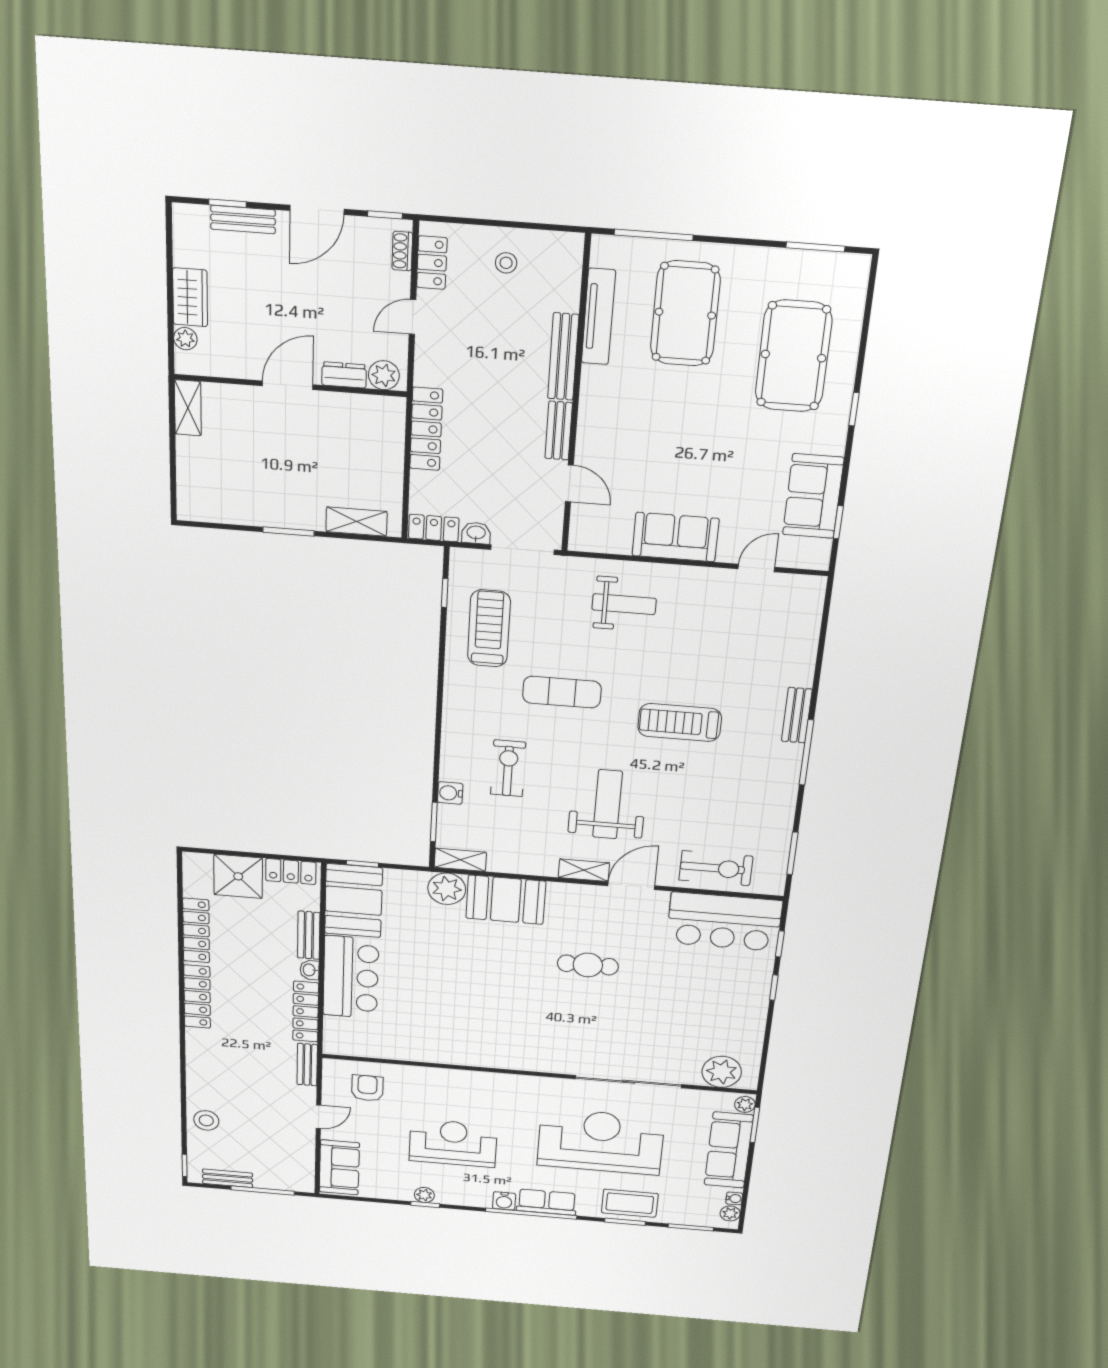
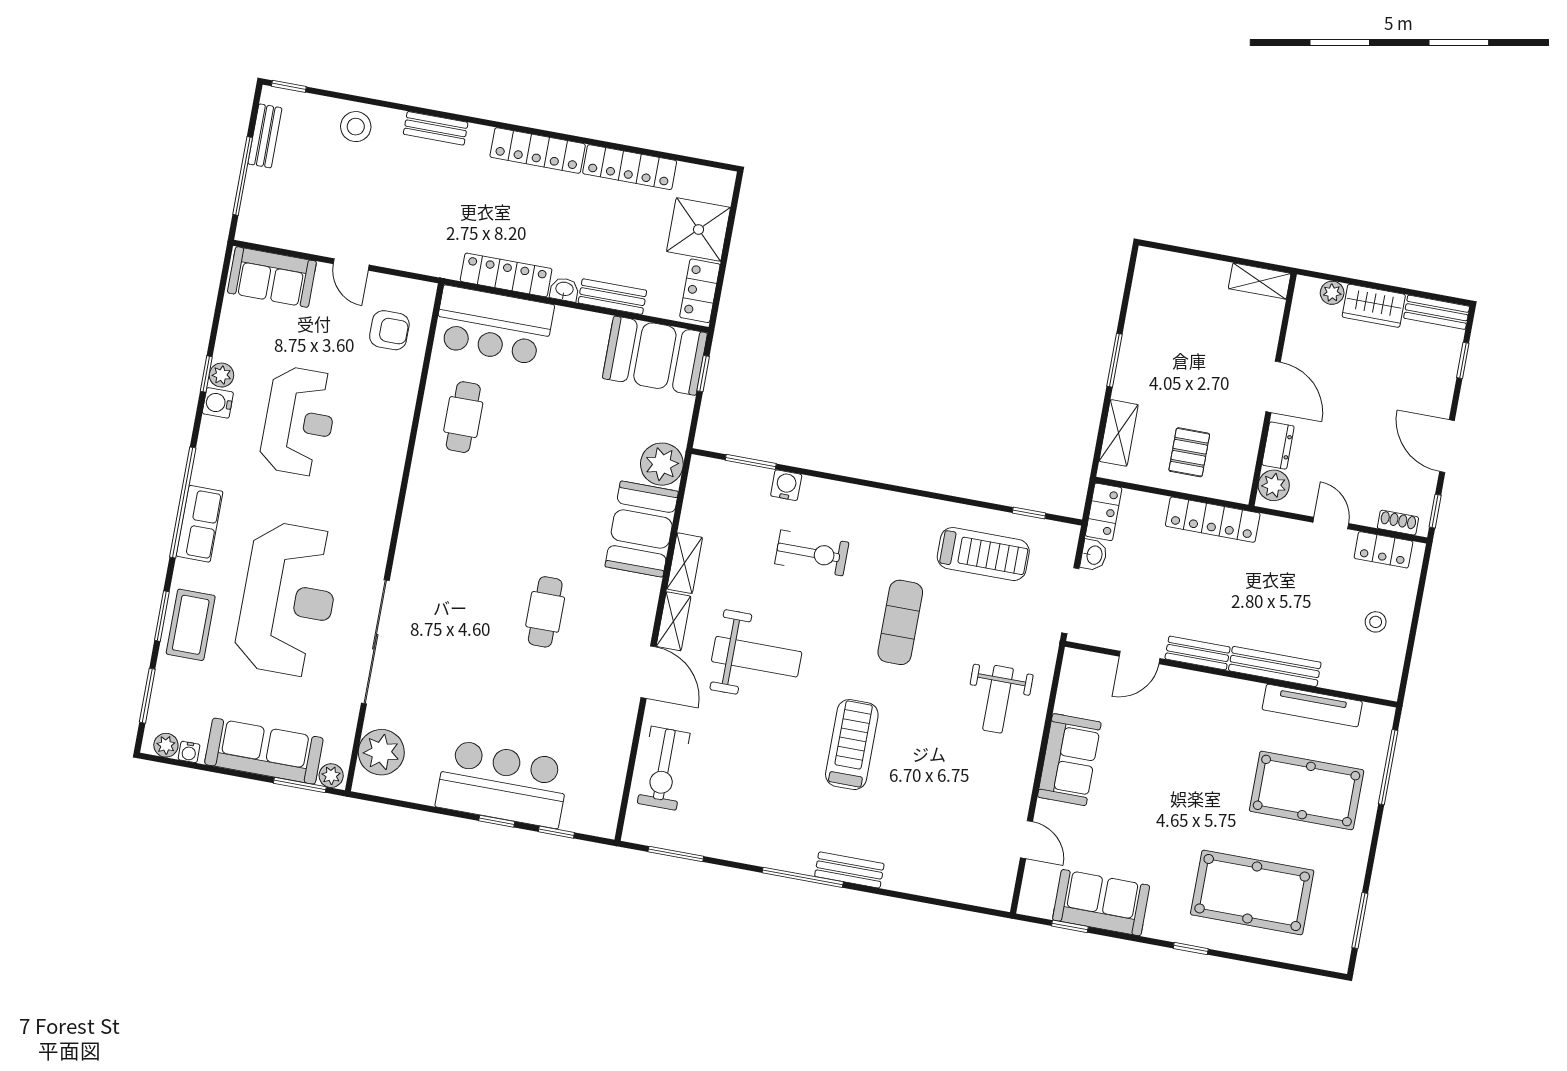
bench: (243, 220) -> (1437, 312), moved, turned 90
pallet: (364, 457) -> (1189, 452), added
shelving: (460, 860) -> (685, 563), moved
bar counter: (724, 922) -> (503, 784), moved, turned 90
bar counter: (351, 977) -> (494, 325), moved
cafe table: (430, 1033) -> (463, 417), added
bench: (307, 1065) -> (436, 128), moved
water cooler: (504, 1201) -> (218, 403), moved

